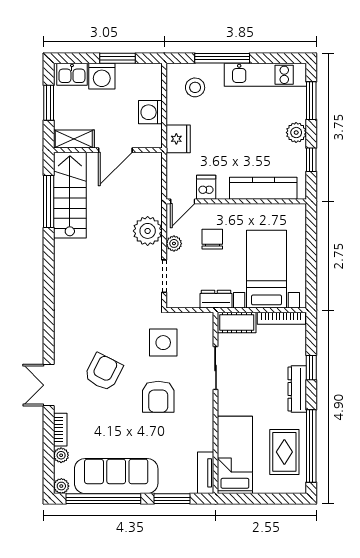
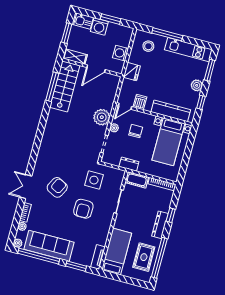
bed with nightstands: (267, 269) -> (168, 142), moved, turned 180

